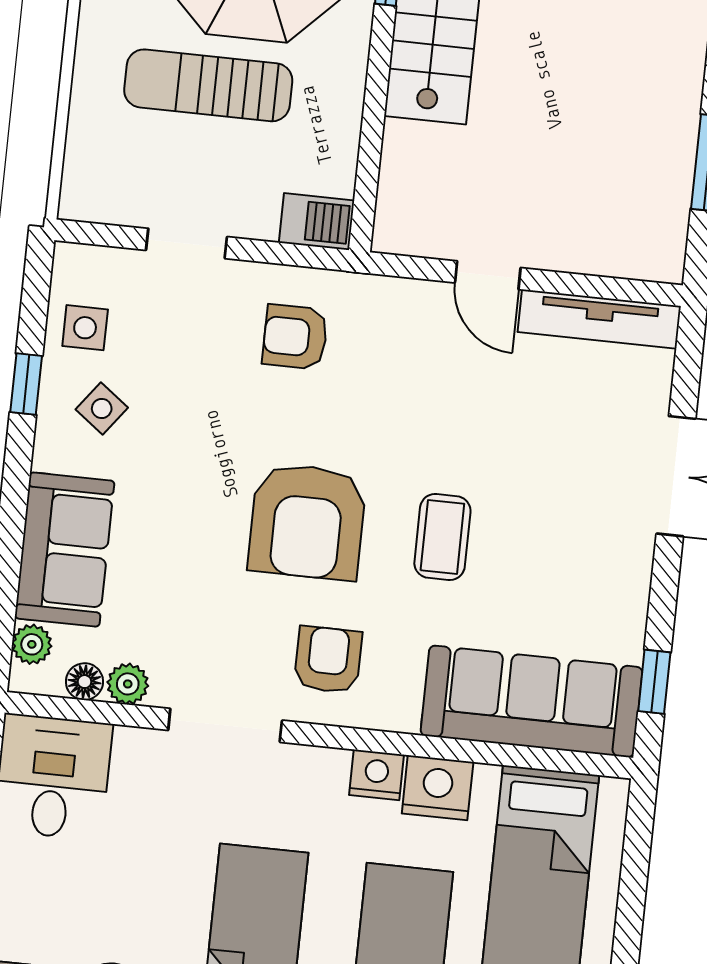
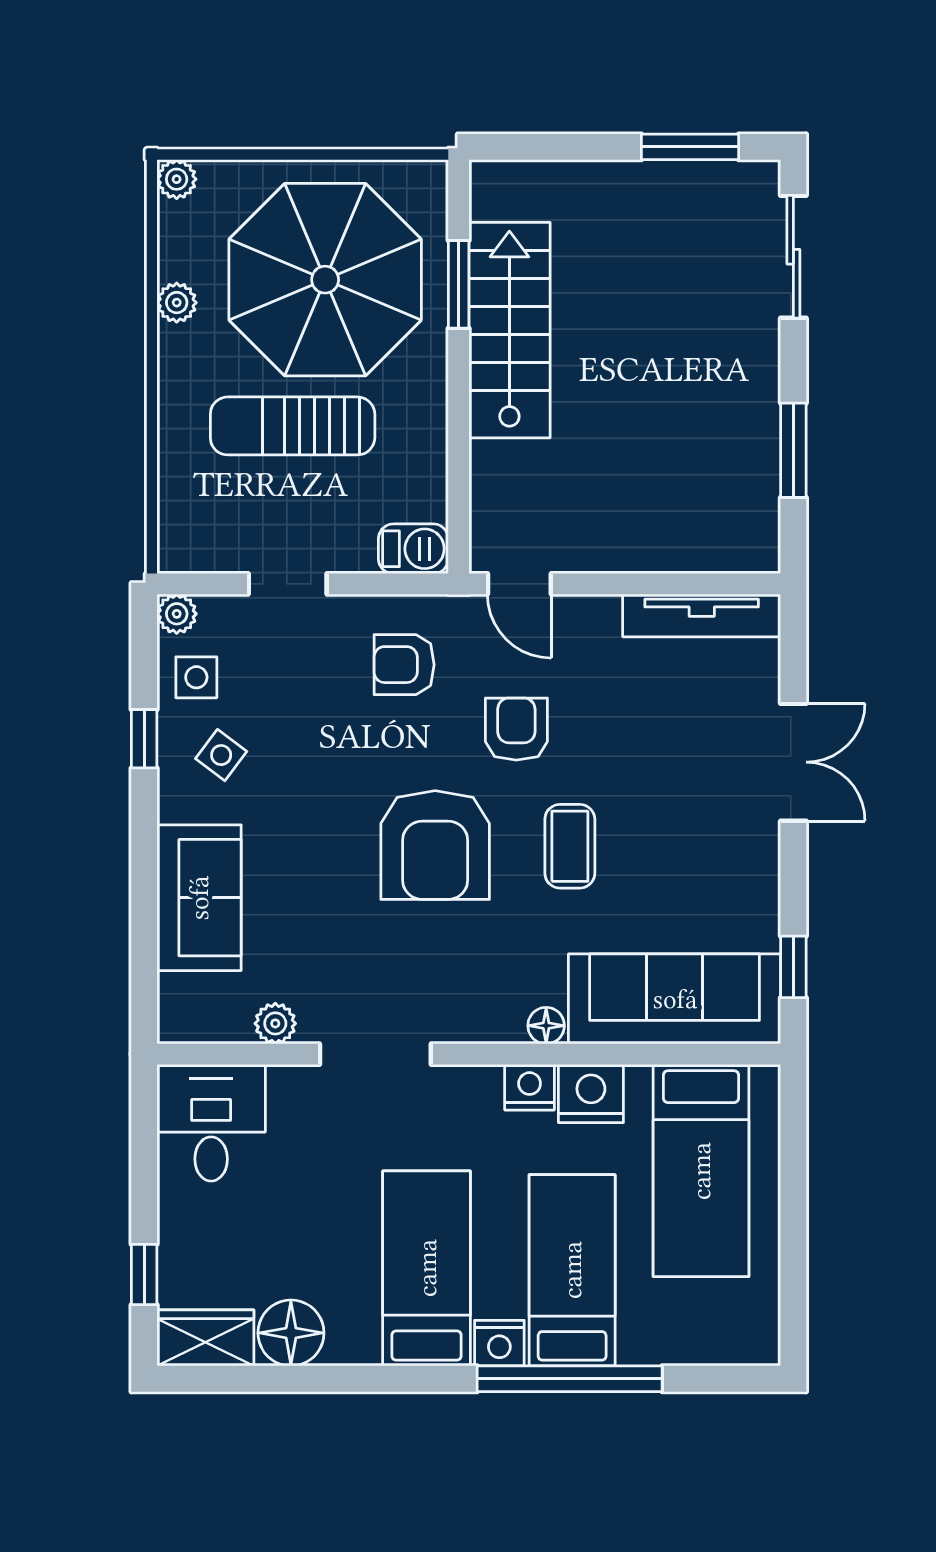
door: (488, 275) -> (519, 584), moved
plant: (32, 644) -> (177, 614), moved
armchair: (328, 660) -> (516, 729), moved
floor lamp: (84, 682) -> (546, 1026), moved

